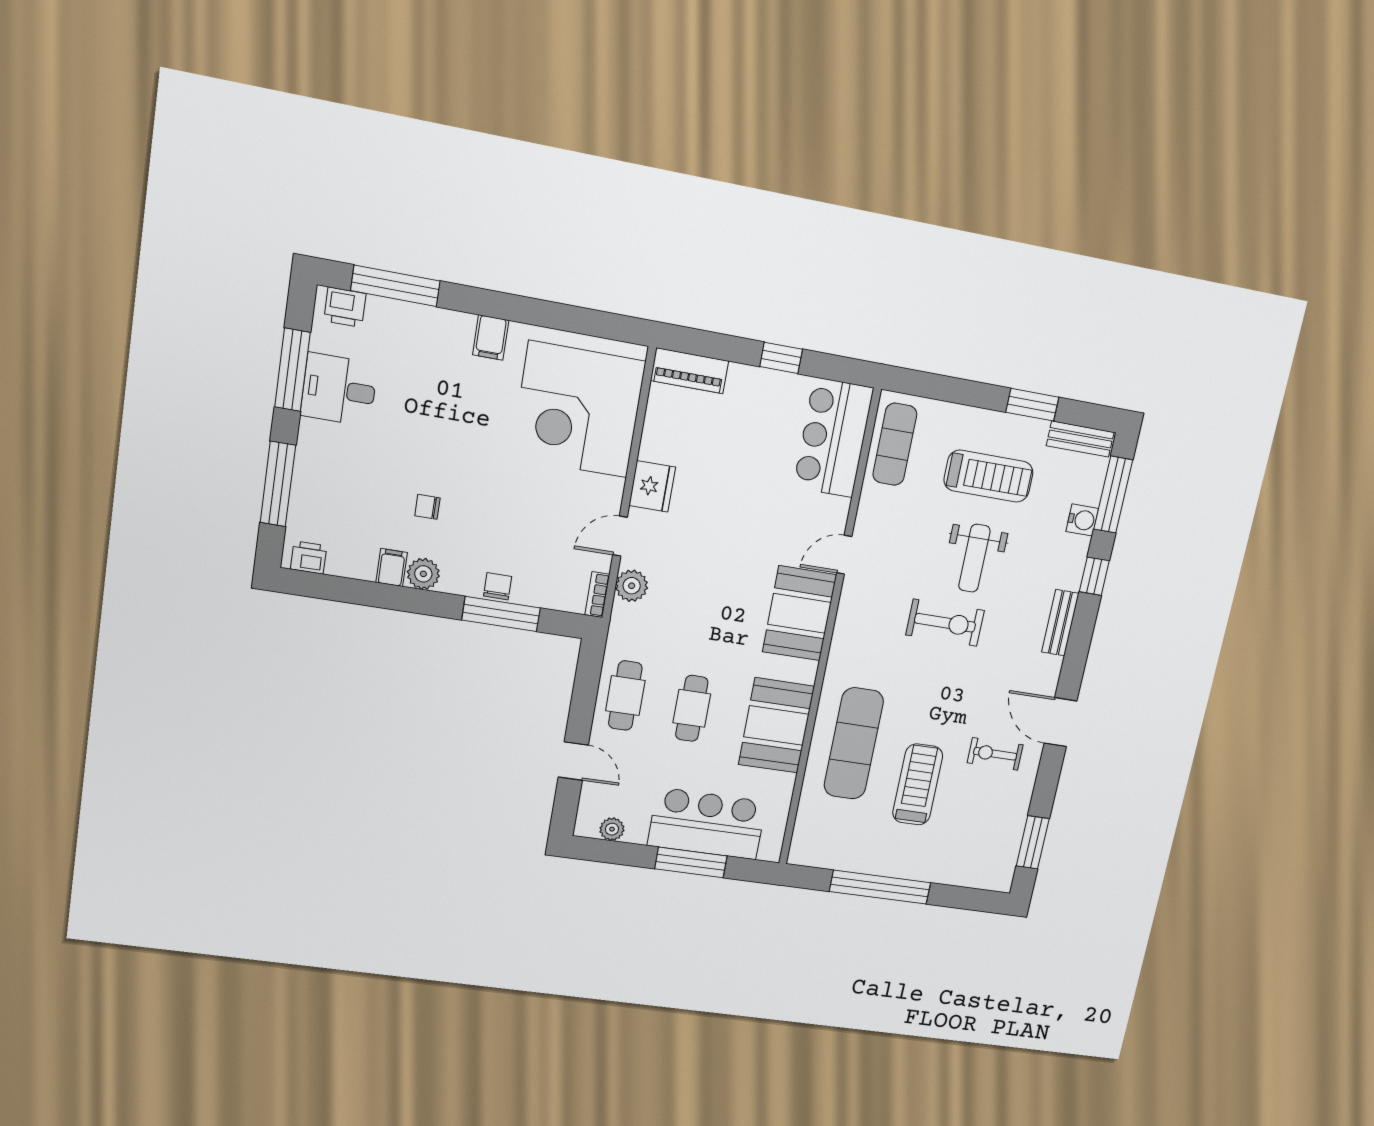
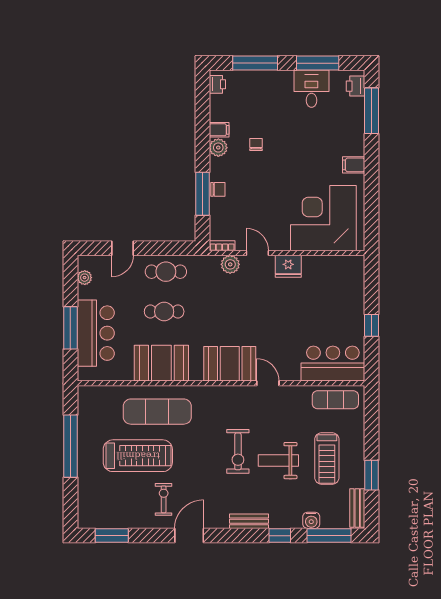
piano: (690, 371) -> (355, 276), removed
treadmill: (918, 785) -> (138, 456), width x1.37, depth x1.38

